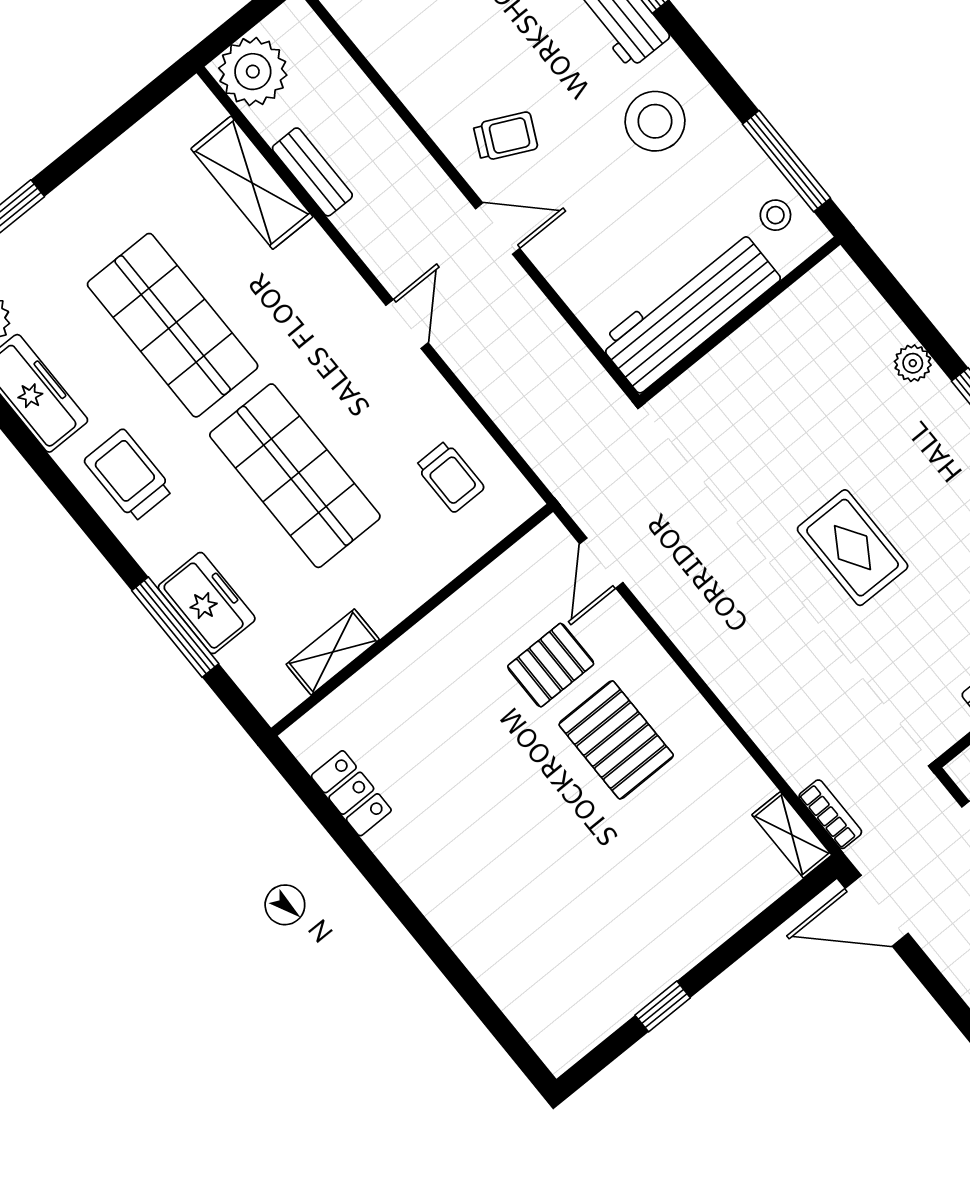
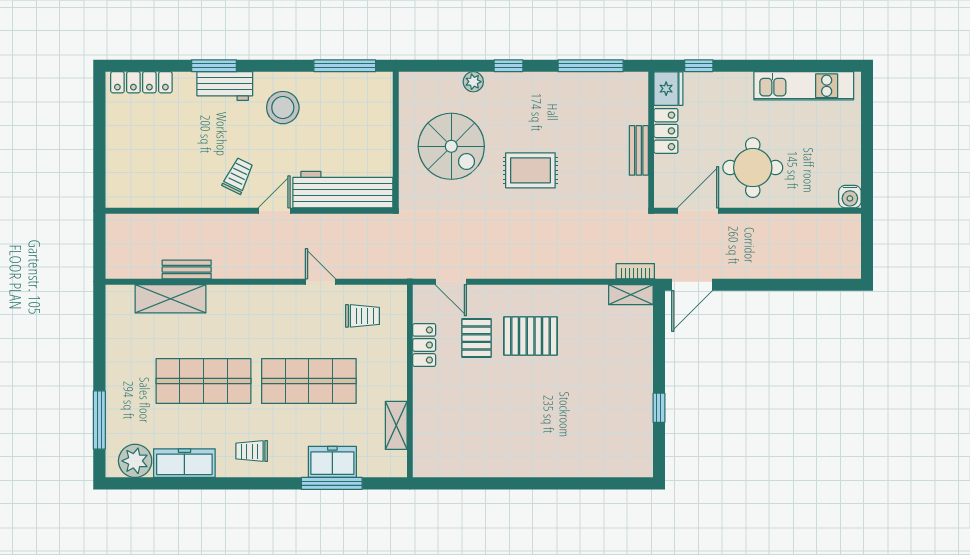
plant: (253, 72) -> (124, 260), removed
stool: (775, 215) -> (364, 89), removed
workbench: (690, 311) -> (343, 190), moved, turned 90
door: (407, 324) -> (321, 282), moved
spiral stairs: (795, 407) -> (451, 146), added
trolley: (128, 475) -> (252, 451), width x0.73, depth x0.72
locker: (351, 793) -> (424, 345), moved, turned 90

